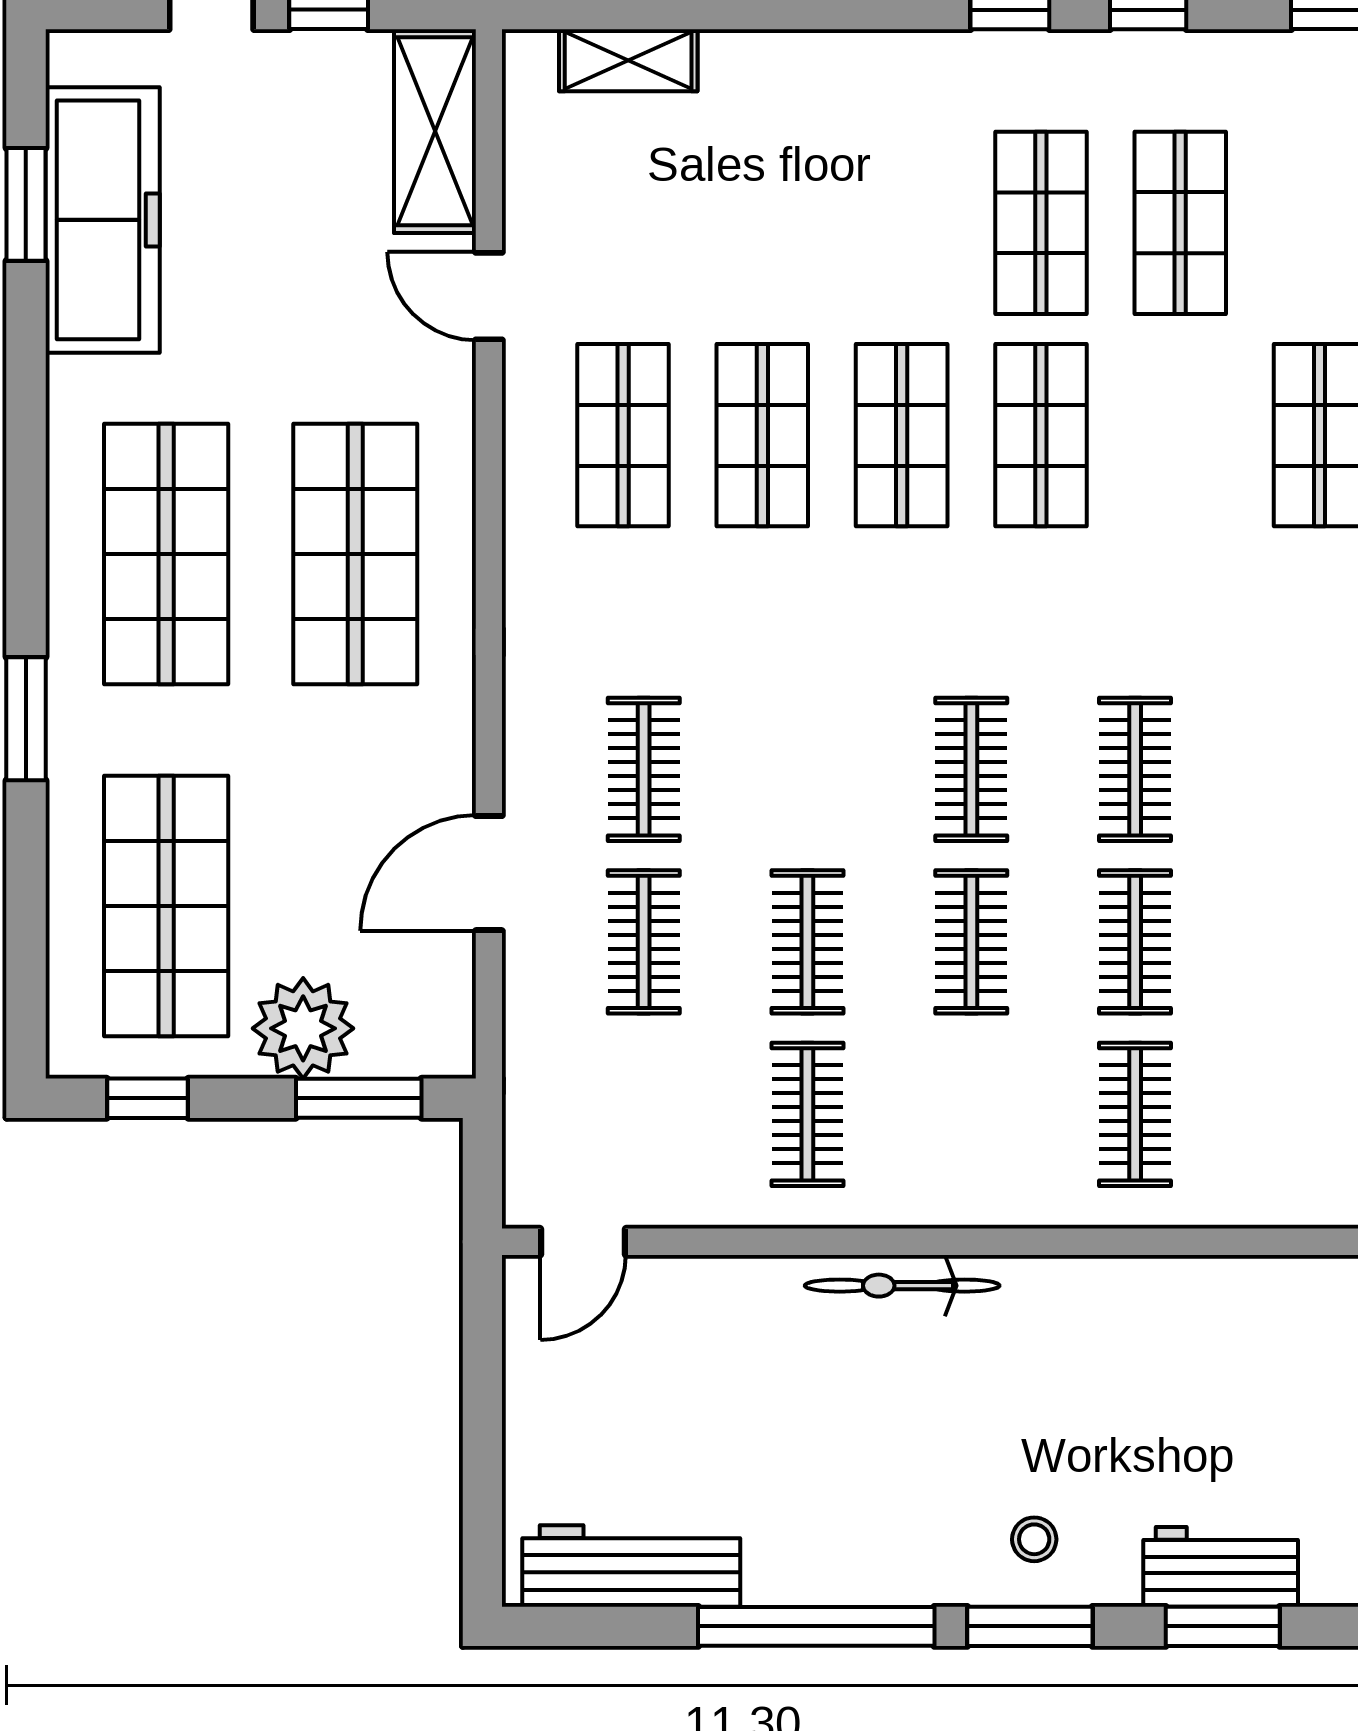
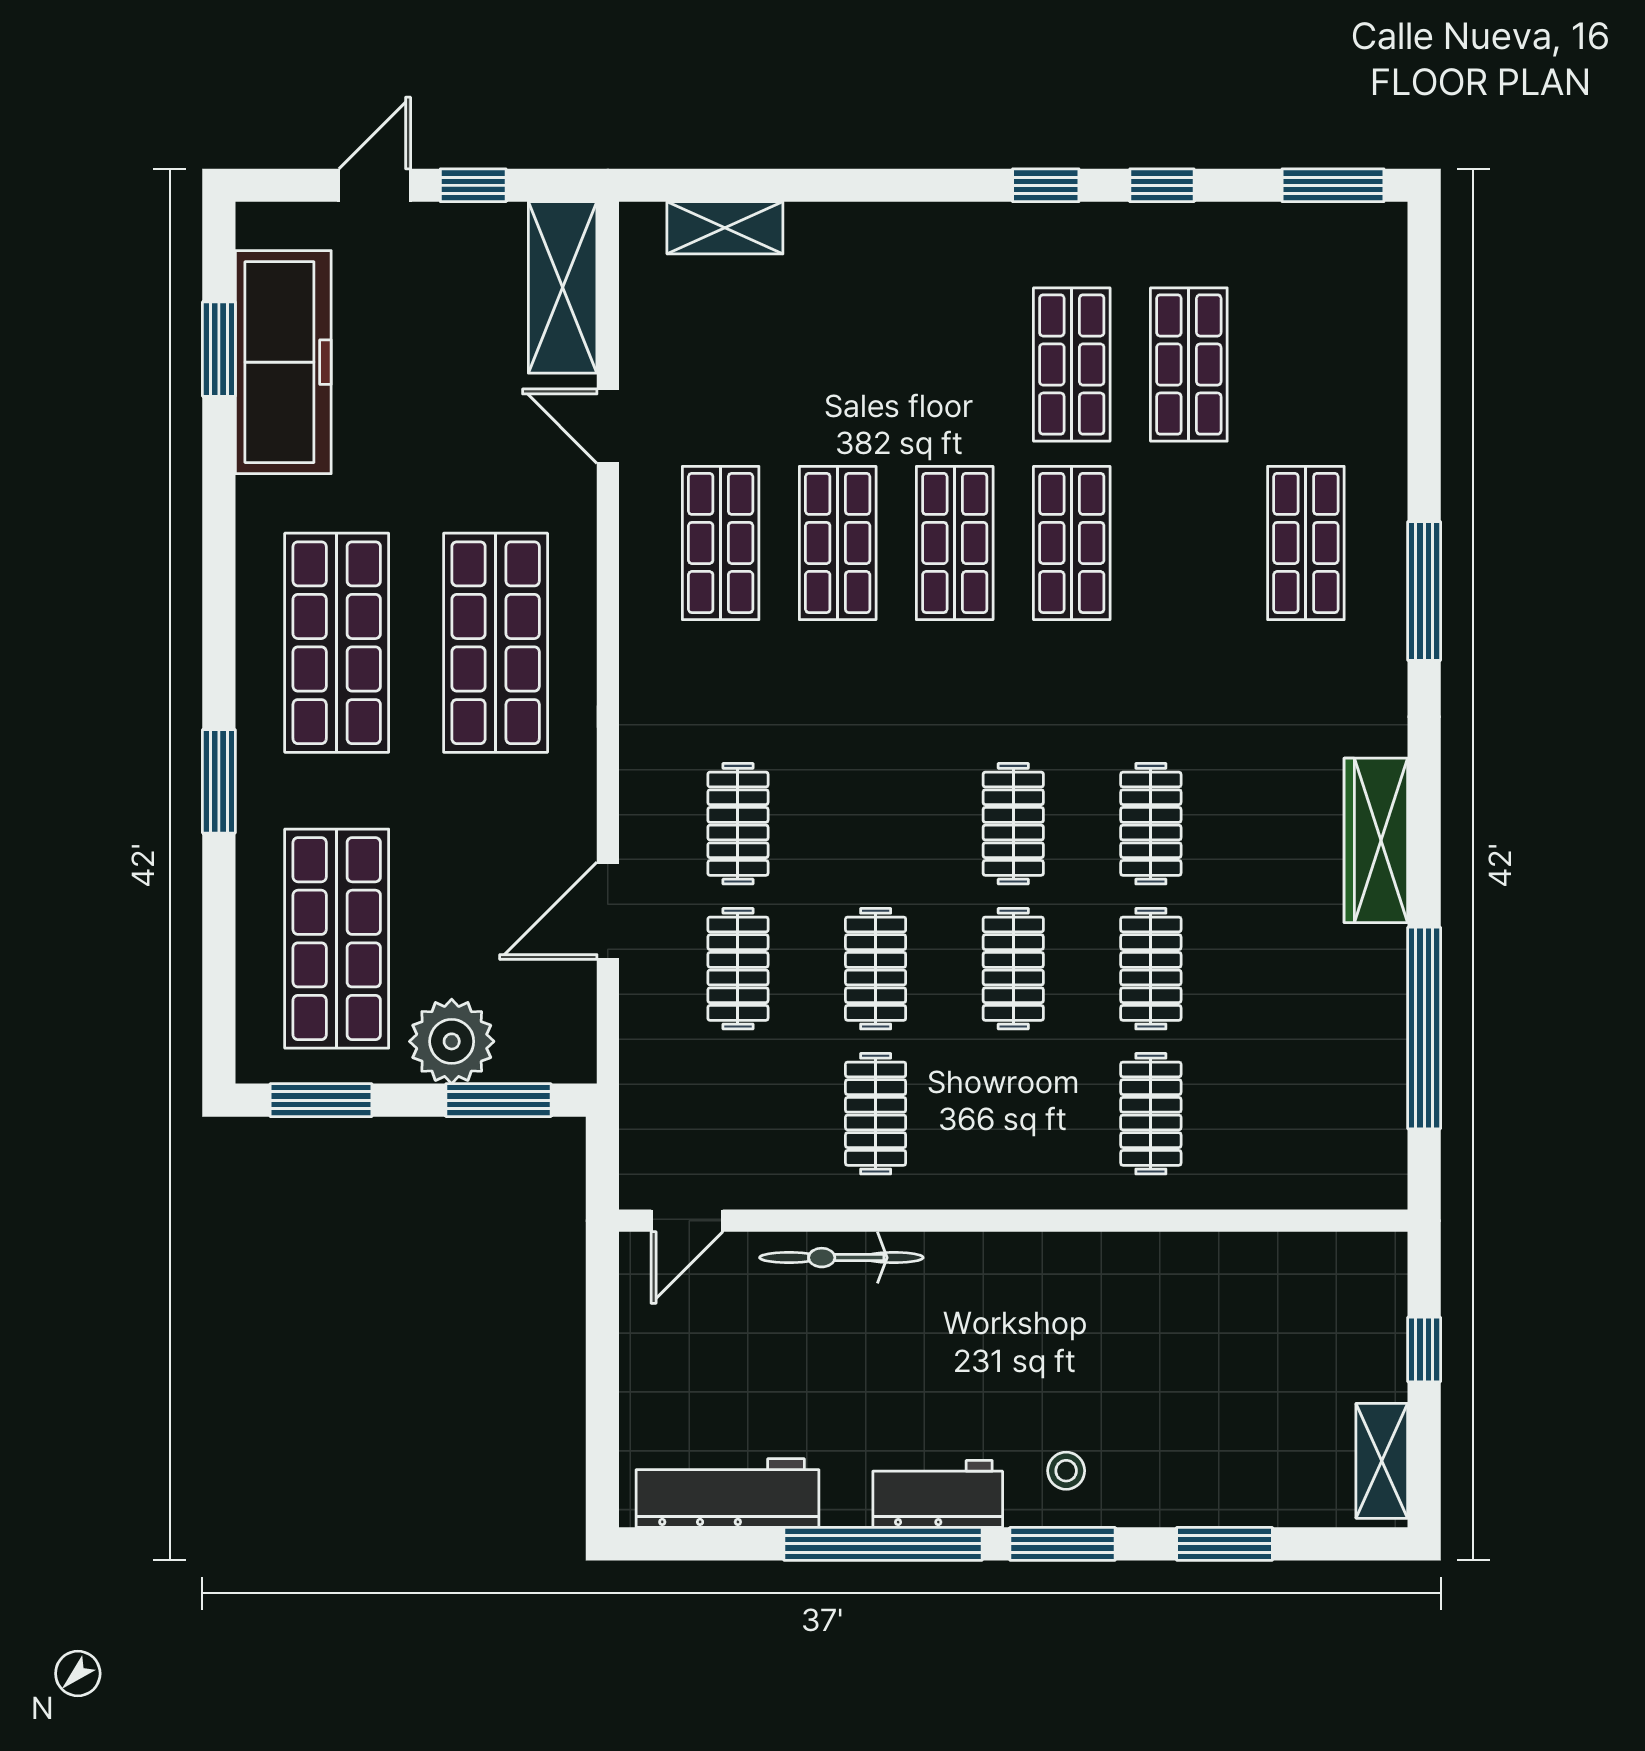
window: (147, 1098) -> (321, 1100), width x1.50
bicycle: (902, 1286) -> (841, 1258), moved
workbench: (1221, 1567) -> (938, 1494), moved

